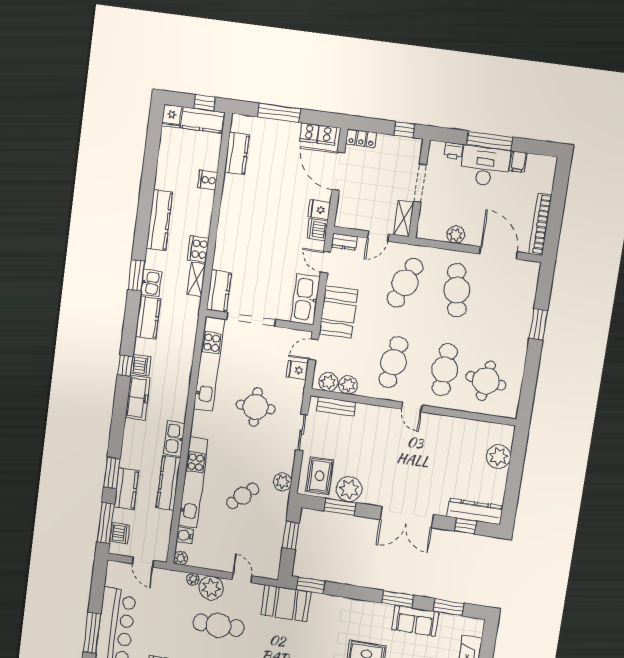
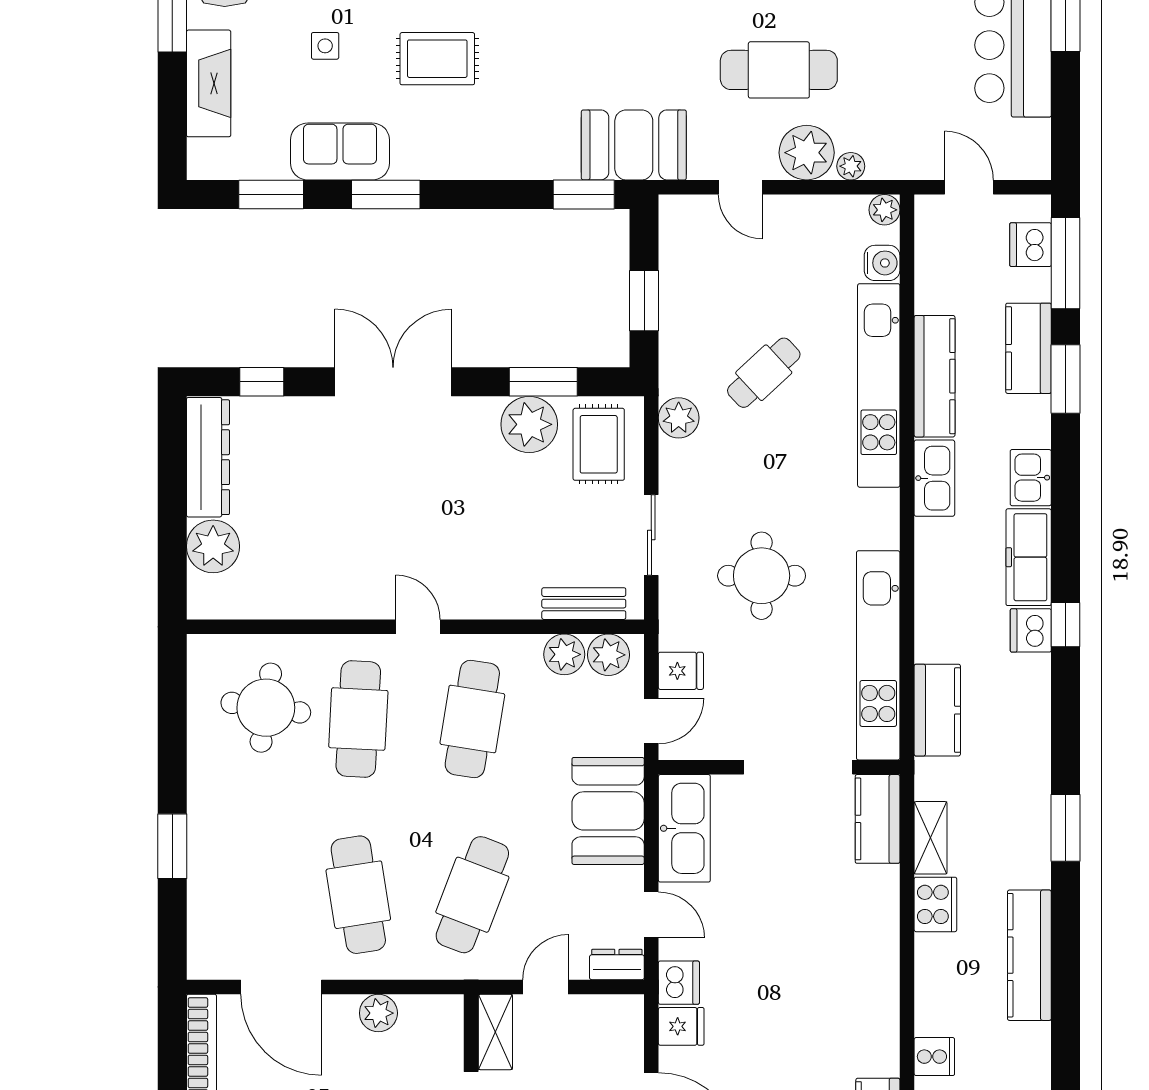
kitchen sink: (151, 283) -> (1031, 478), moved
kitchen counter: (148, 317) -> (937, 710), moved, turned 180
dresser: (475, 511) -> (208, 457), moved, turned -90

